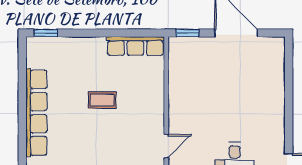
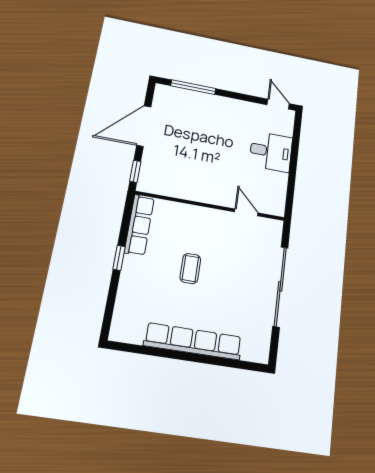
window: (46, 33) -> (119, 258), moved
window: (289, 75) -> (193, 87), added

